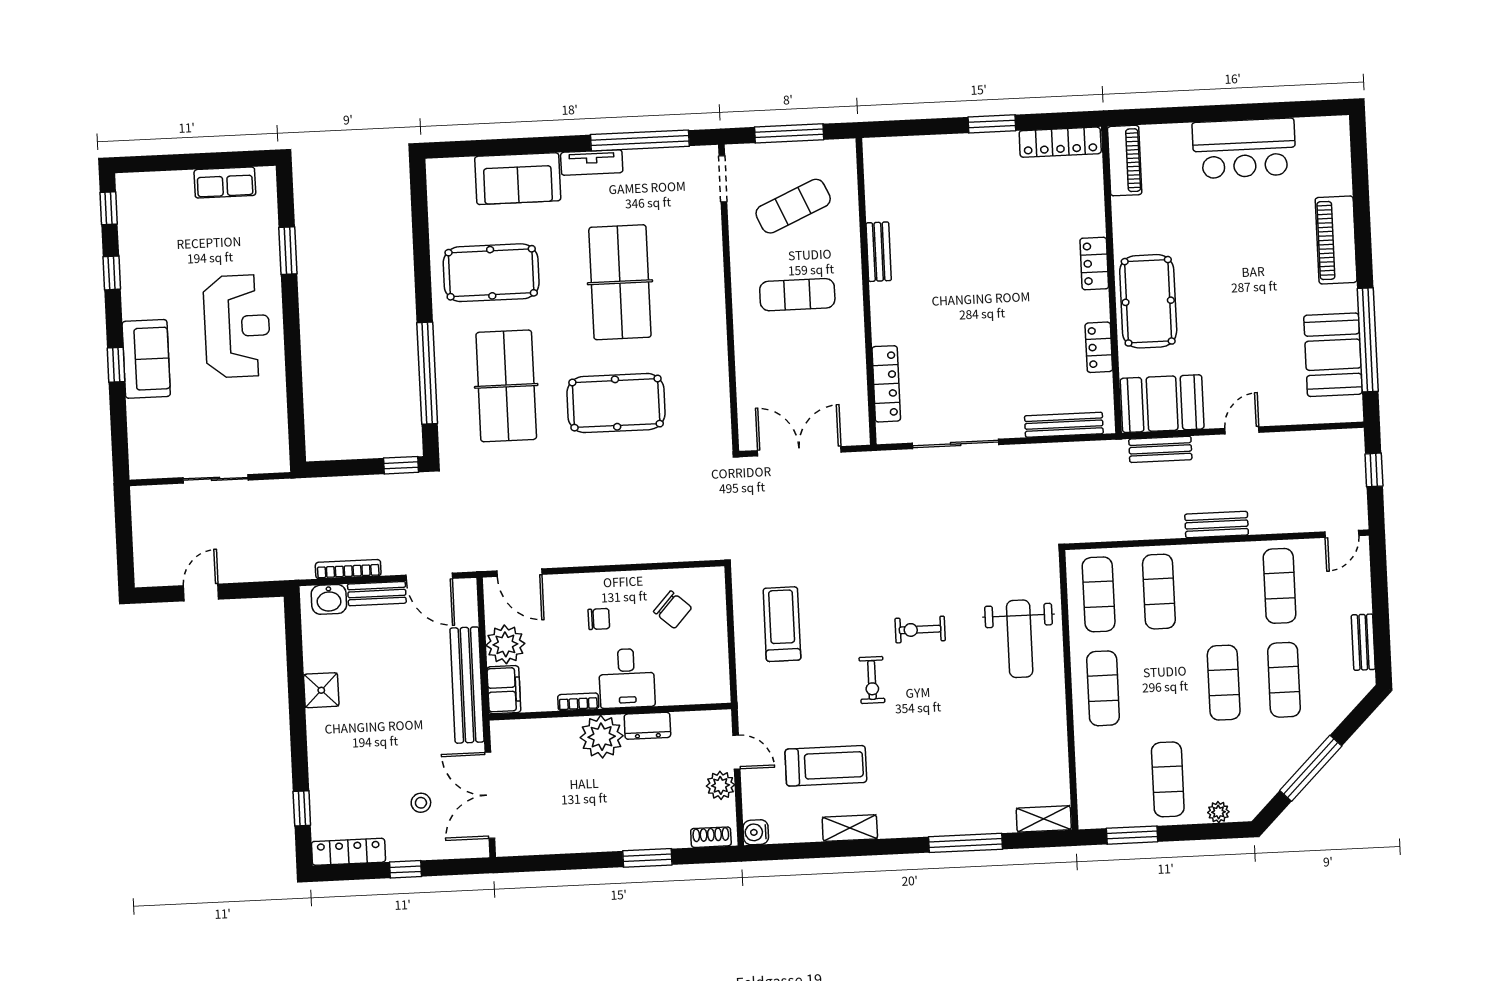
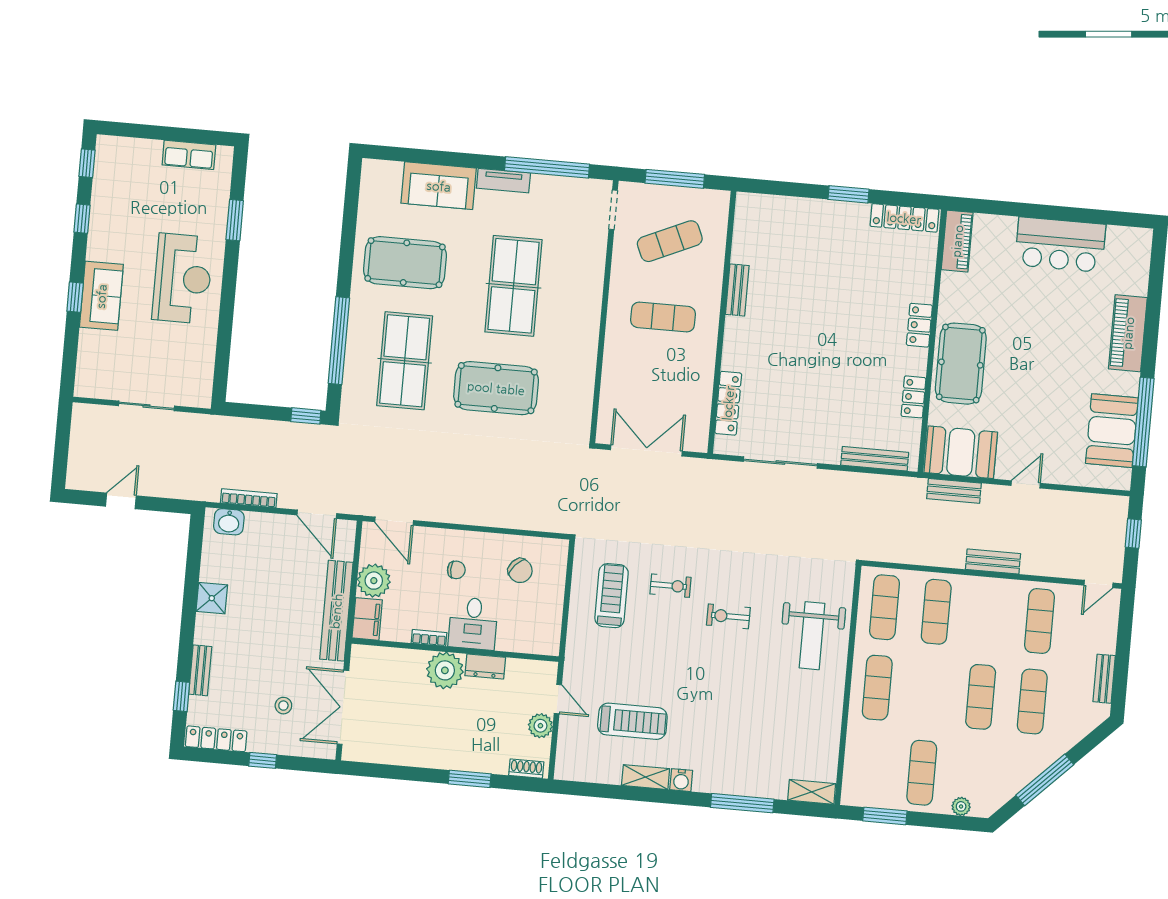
bench: (377, 594) -> (200, 670), moved, turned 90
exercise bike: (872, 680) -> (671, 586), moved, turned -90
water cooler: (756, 832) -> (681, 780), moved, turned -90

